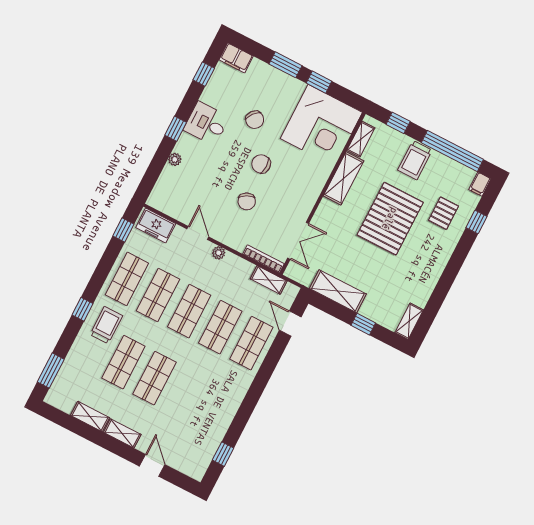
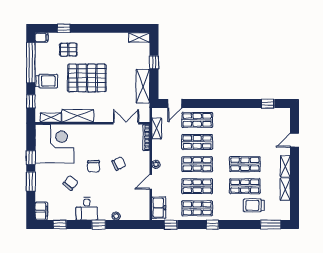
window: (82, 309) -> (213, 225), moved
trolley: (106, 325) -> (254, 205), moved

